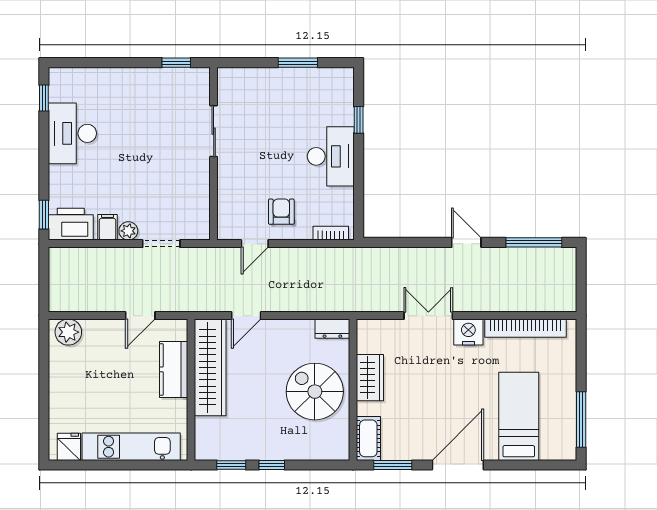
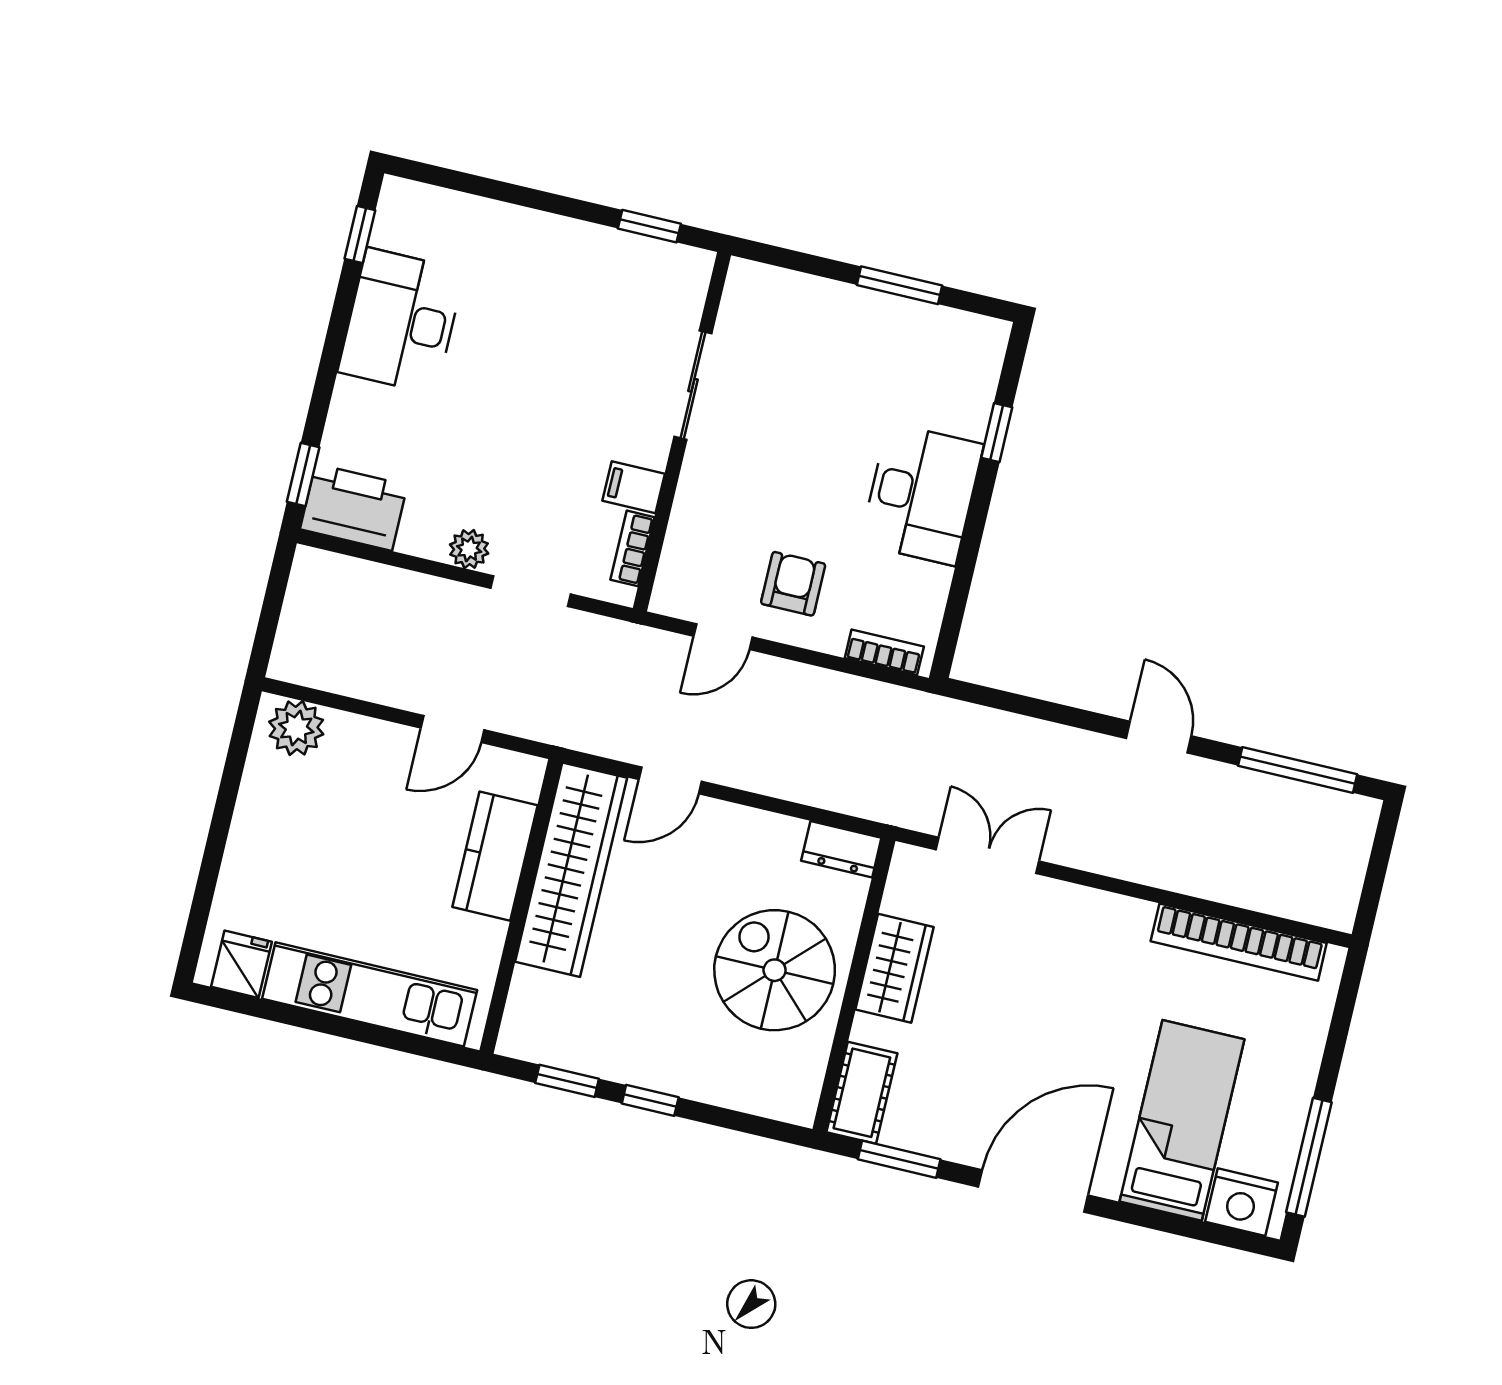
bookcase: (203, 213) -> (632, 548), added
filing cabinet: (108, 227) -> (634, 487), moved, turned -90
double door: (428, 316) -> (987, 855), moved
nightstand: (468, 332) -> (1242, 1202), moved, turned 180

